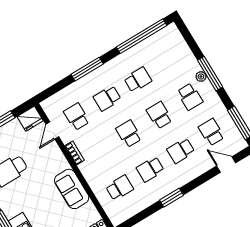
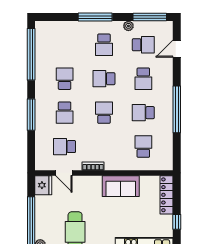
plant: (201, 77) -> (128, 26), moved
school desk: (190, 97) -> (104, 45), turned 90
school desk: (211, 132) -> (143, 45), turned 180
school desk: (129, 134) -> (104, 113), turned 90
school desk: (150, 169) -> (143, 113), turned 90
window: (171, 198) -> (177, 109), width x2.11

